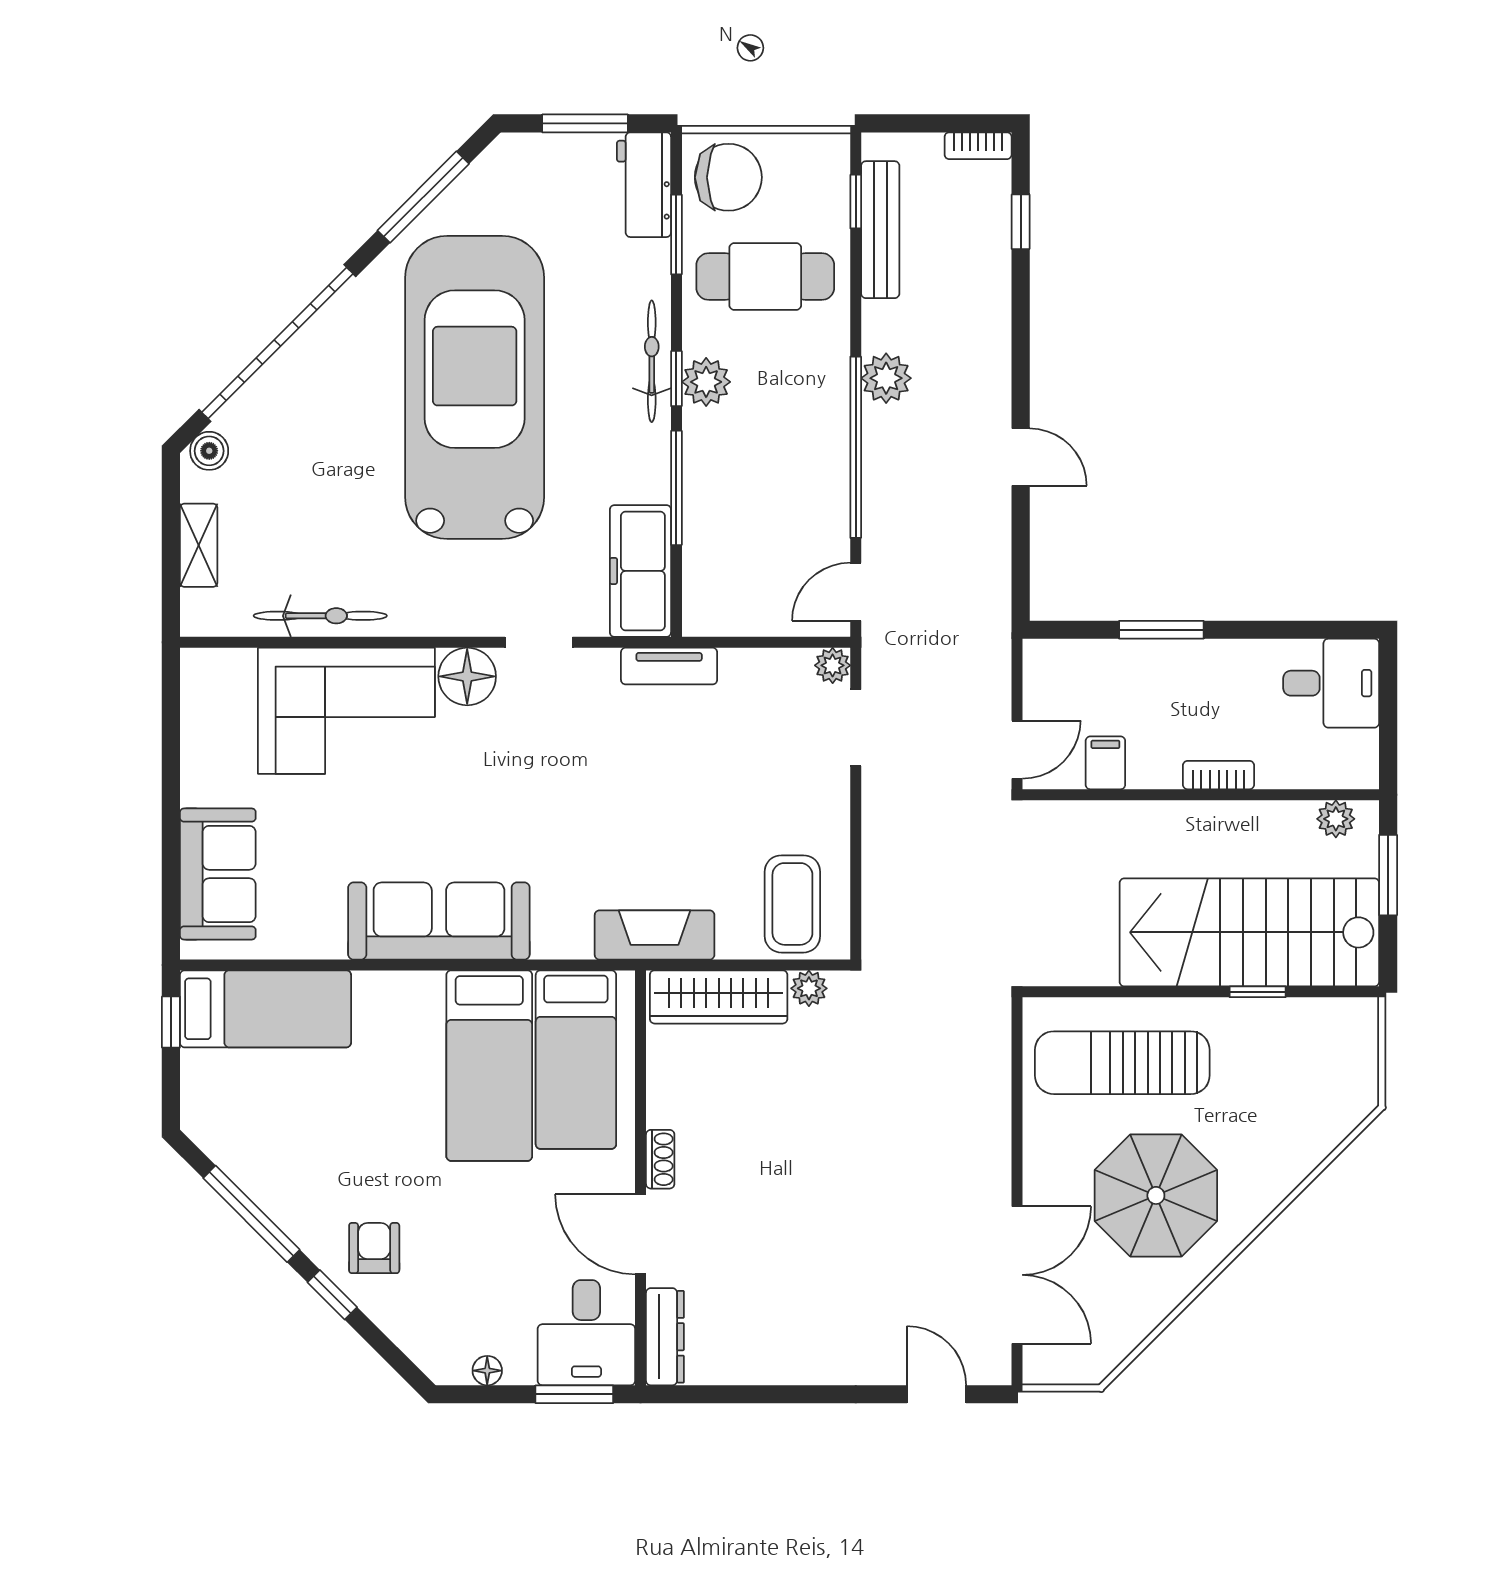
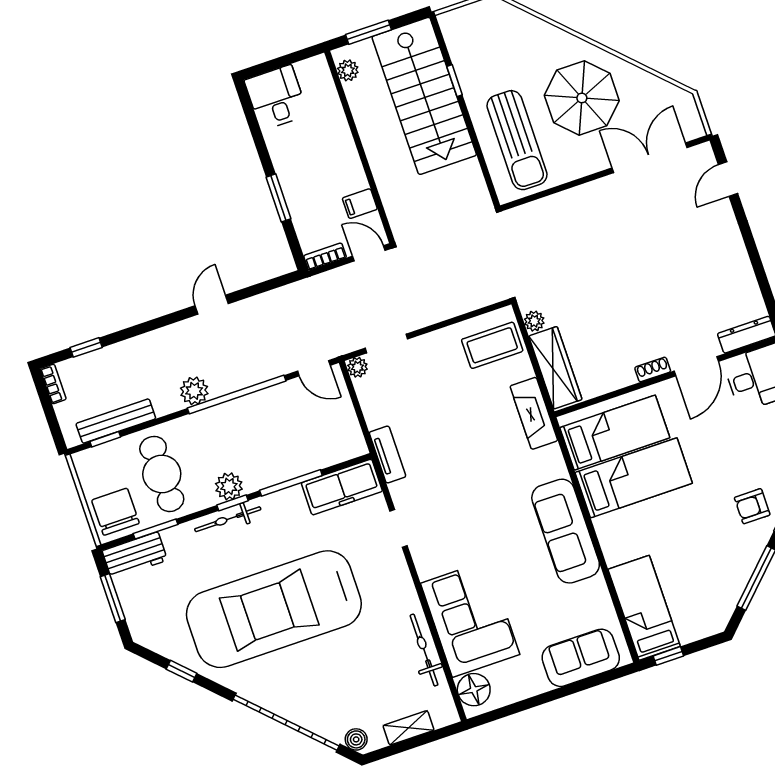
window: (423, 197) -> (182, 671), width x0.46
floor lamp: (467, 676) -> (474, 690), moved
bookcase: (1219, 775) -> (325, 257), moved, turned 90

